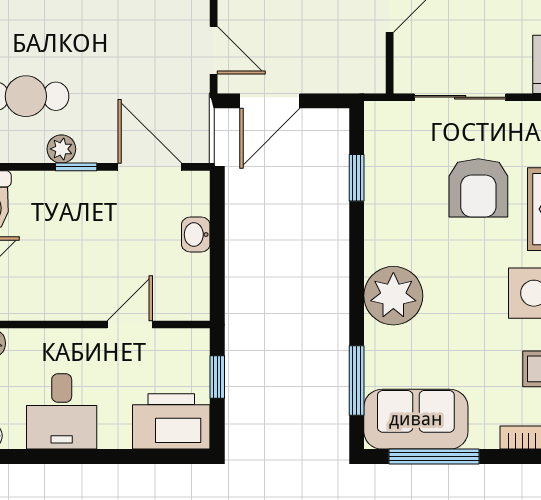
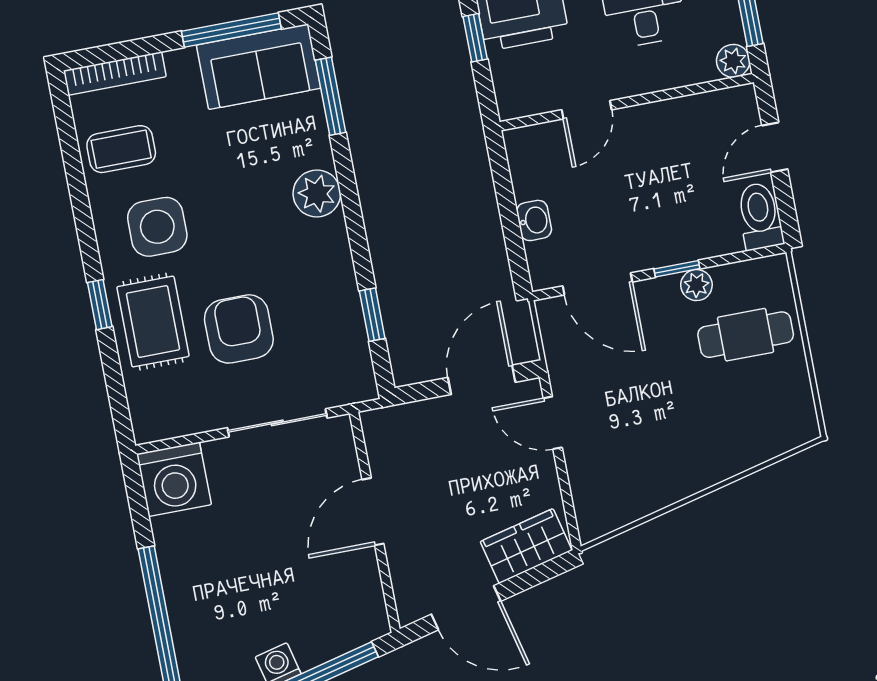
plant: (393, 296) -> (317, 194), width x0.73, depth x0.73
window: (217, 377) -> (475, 38), moved

